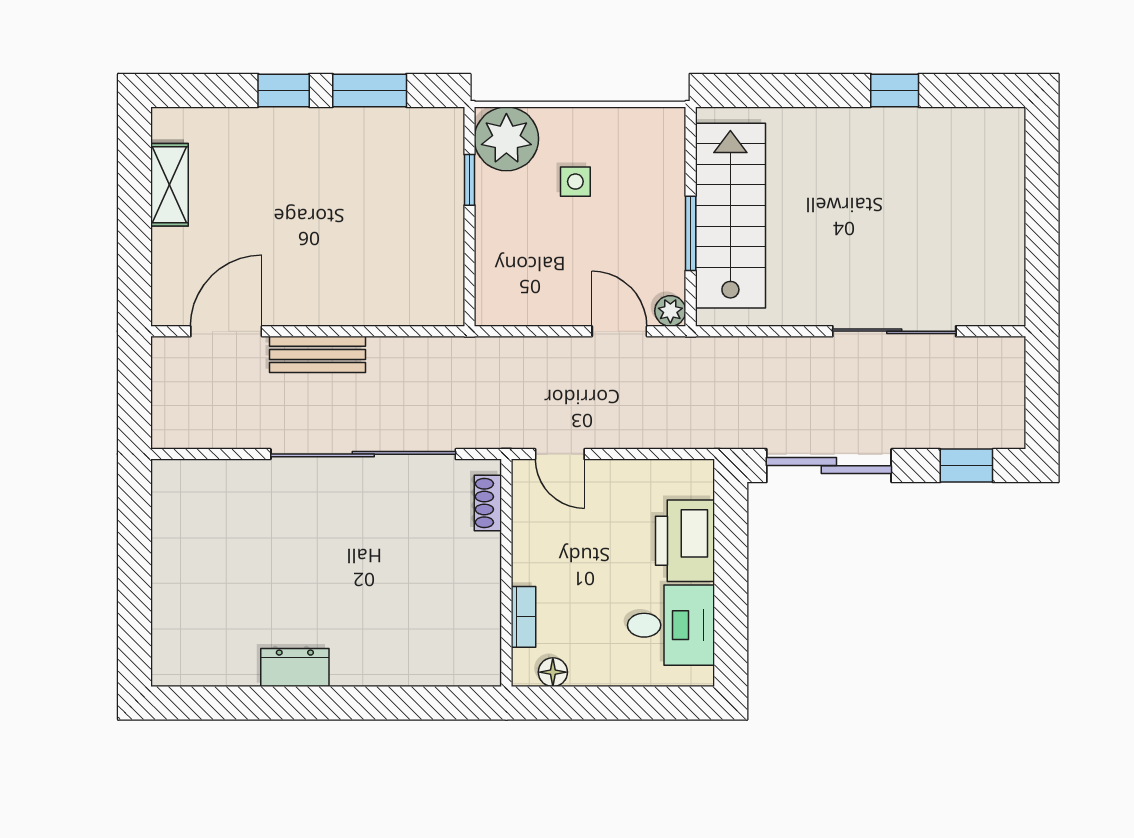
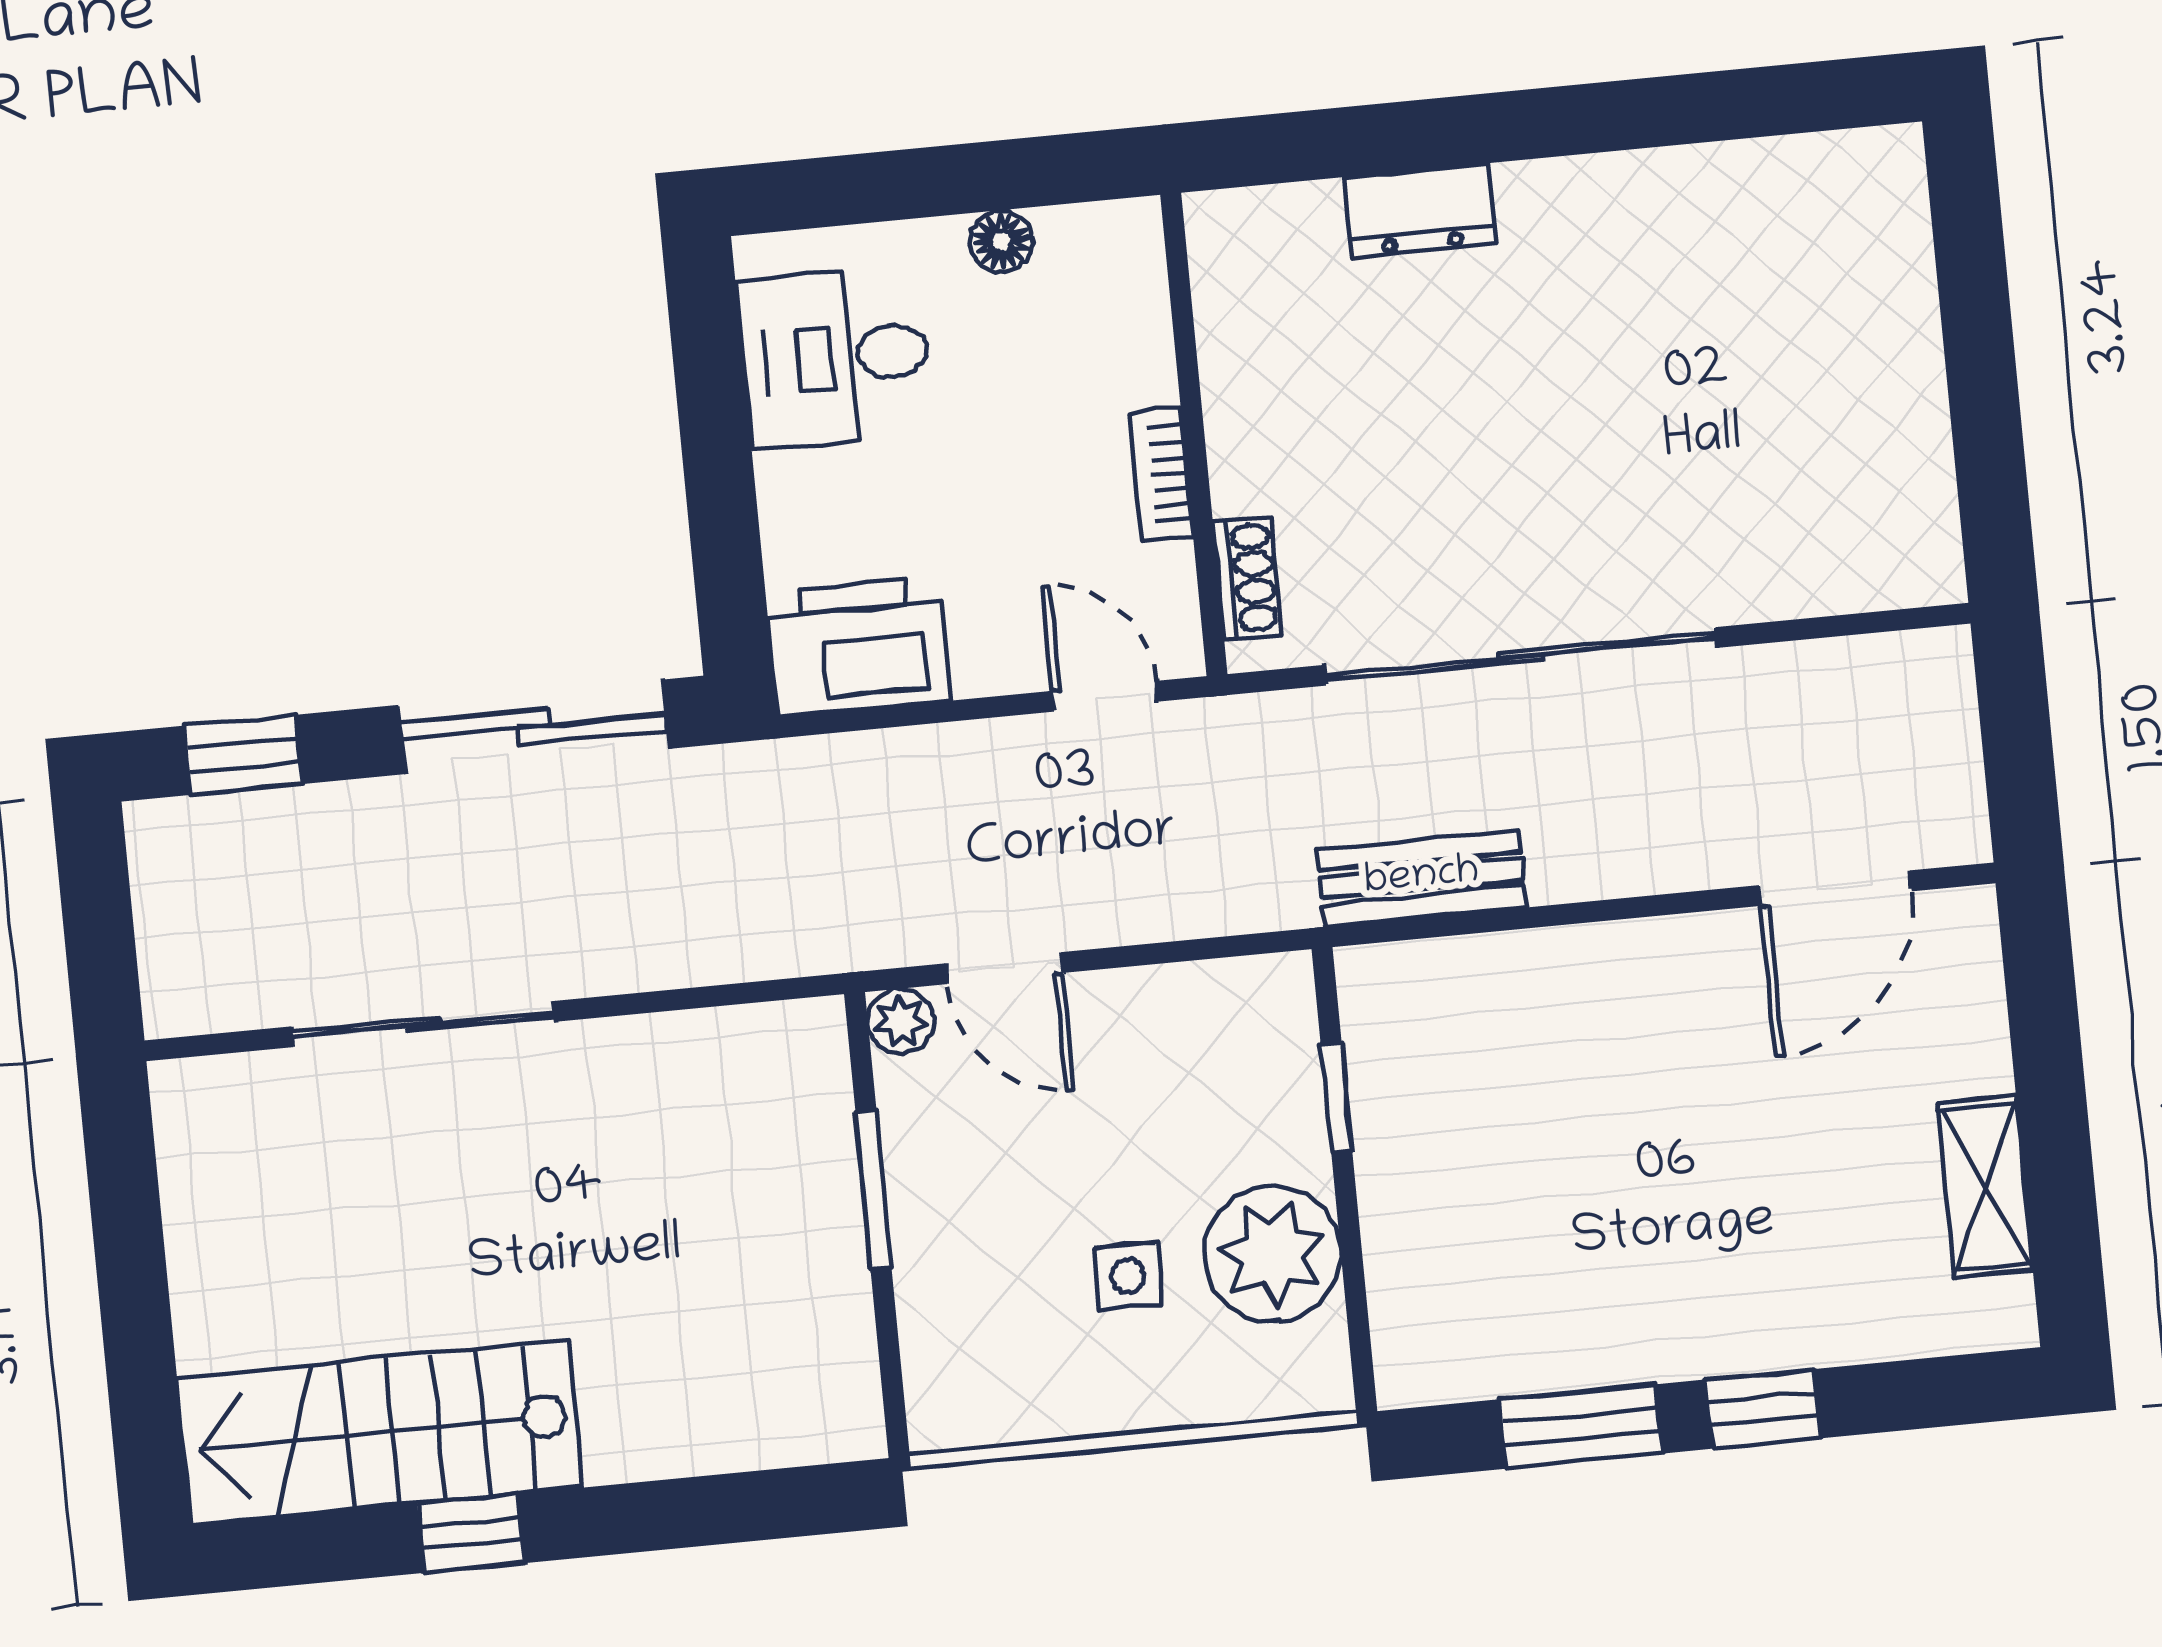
plant: (506, 139) -> (1273, 1254), moved
window: (469, 180) -> (1336, 1098), moved
stairs: (730, 216) -> (380, 1433), moved, turned 90
bench: (318, 354) -> (1422, 878), moved
printer: (685, 541) -> (858, 647), moved, turned -90
bookcase: (523, 617) -> (1161, 474), moved
dresser: (295, 667) -> (1420, 211), moved
floor lamp: (553, 672) -> (1001, 241), moved

